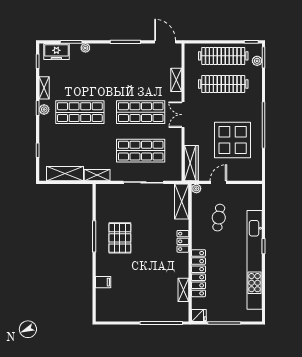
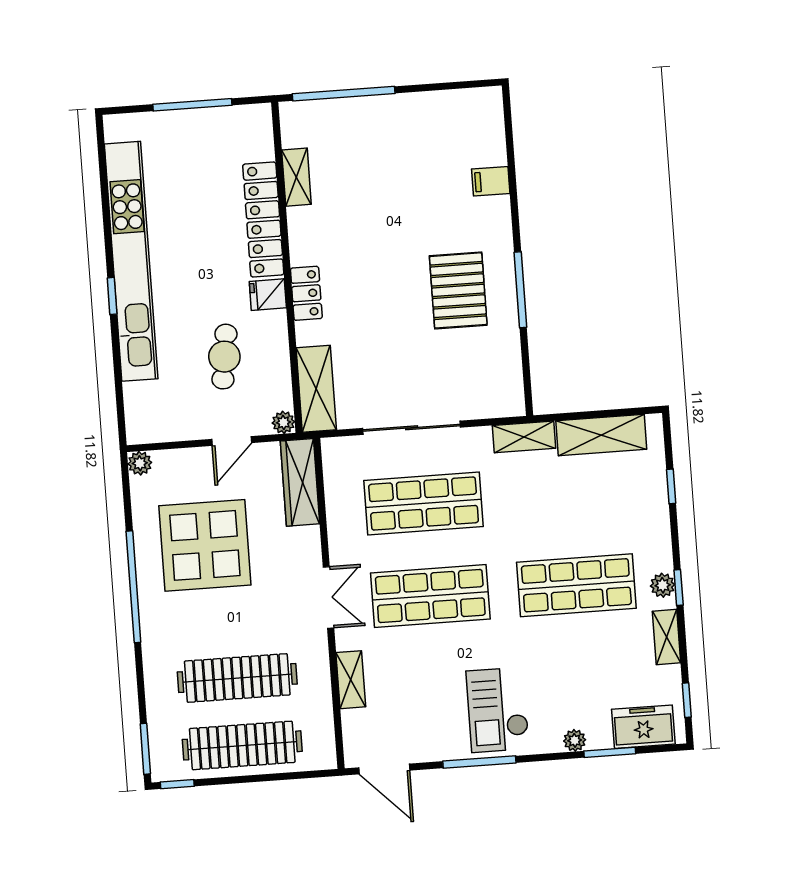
plant: (257, 61) -> (140, 463), moved
checkout: (116, 63) -> (498, 710), added
fridge: (199, 315) -> (268, 295), moved

